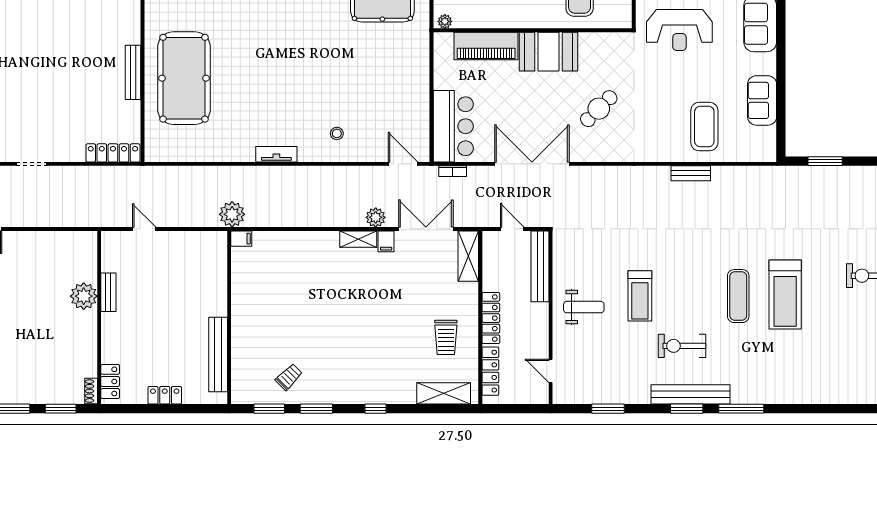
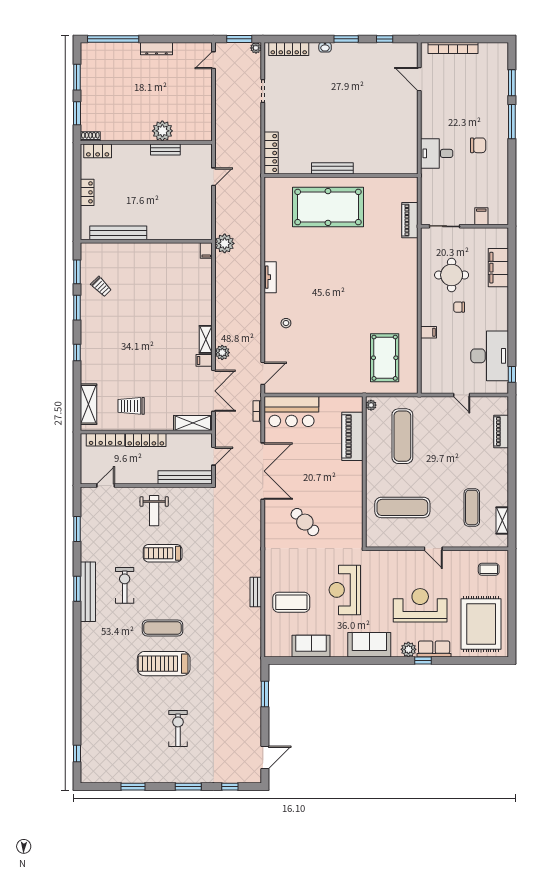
reception desk: (679, 30) -> (345, 590), moved
booth: (548, 52) -> (348, 484), removed
window: (741, 409) -> (77, 630), removed

